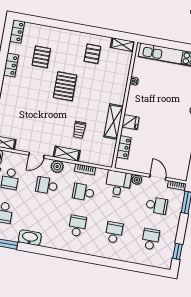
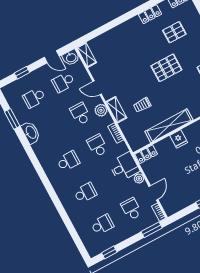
shelving: (114, 121) -> (169, 126), width x1.47
locker: (124, 147) -> (146, 154), moved
school desk: (157, 205) -> (131, 209), turned 180

